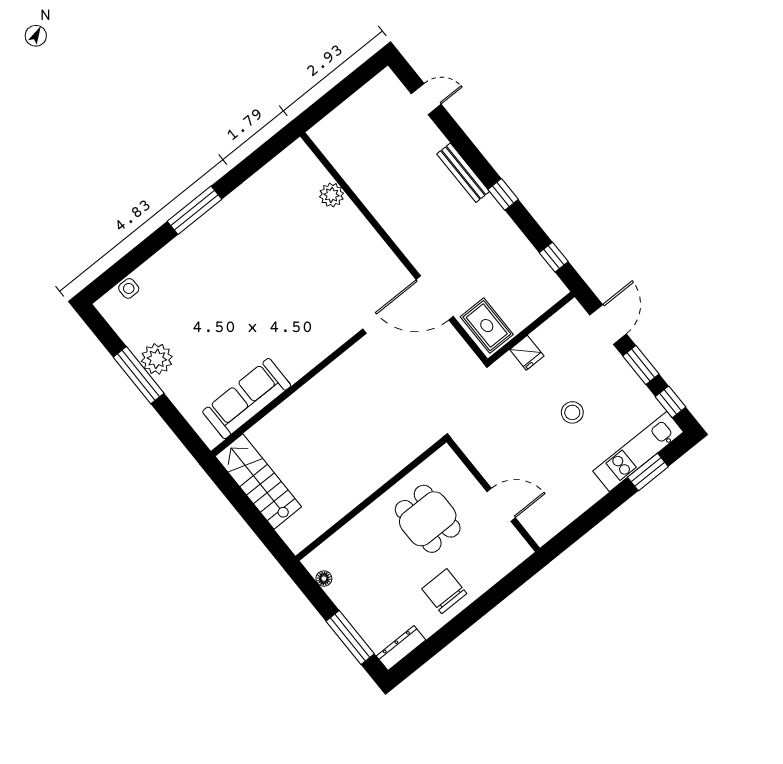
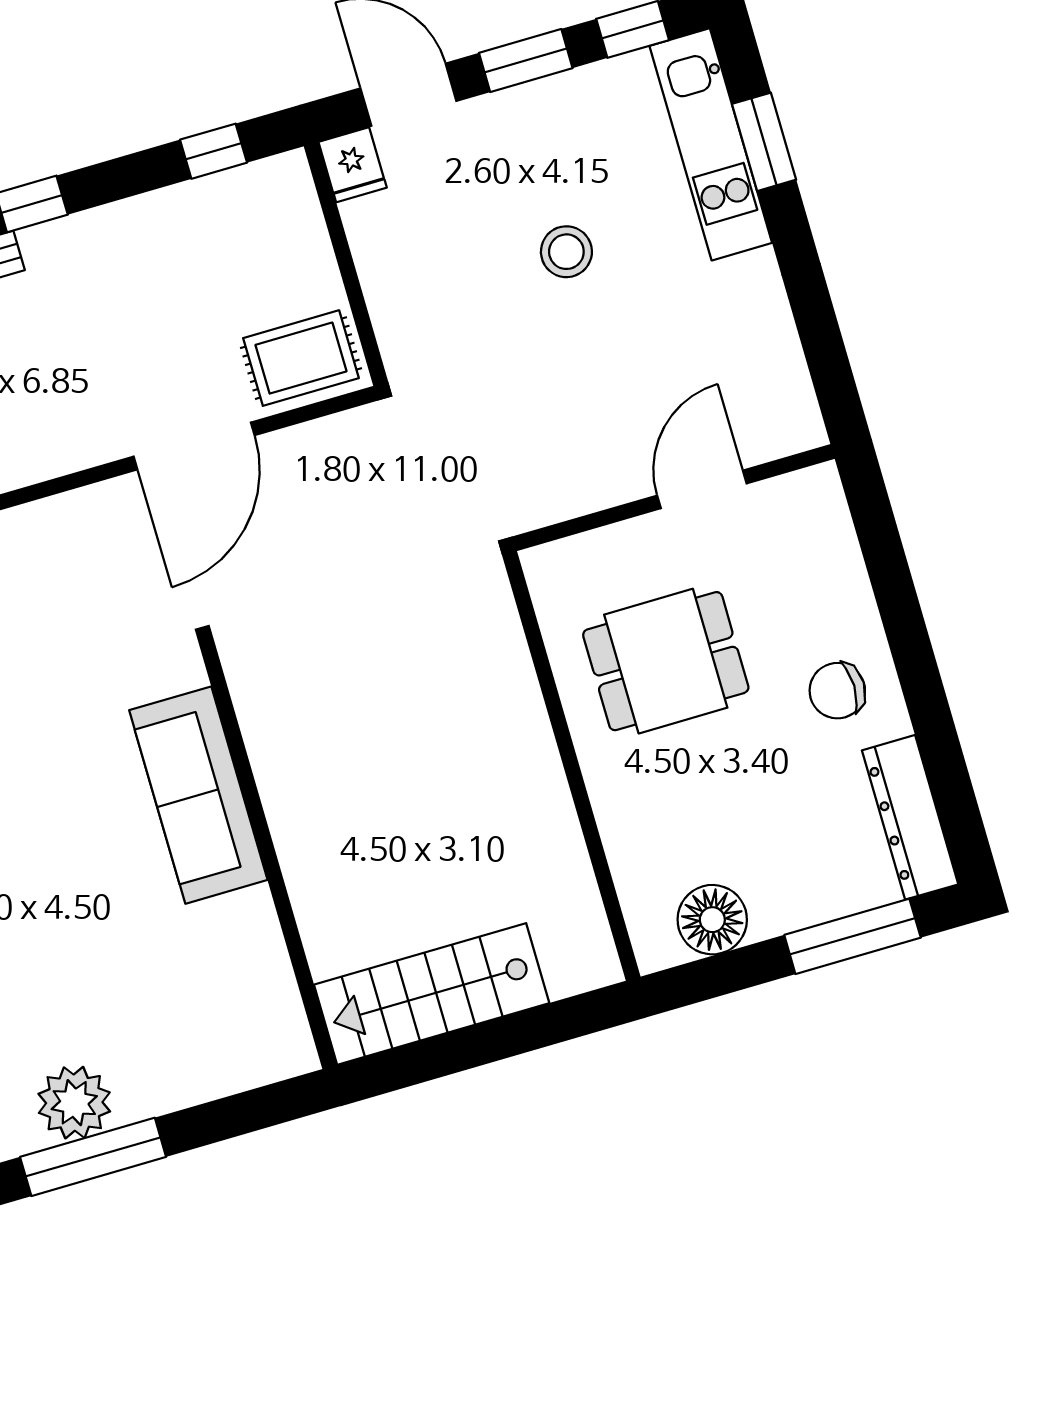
fridge: (527, 353) -> (353, 165), moved, turned 90
sofa: (247, 399) -> (198, 795), moved
floor lamp: (324, 579) -> (712, 920), width x1.89, depth x1.89
chair: (444, 591) -> (837, 691), width x0.73, depth x0.73
dresser: (401, 648) -> (910, 817), width x1.37, depth x1.24

